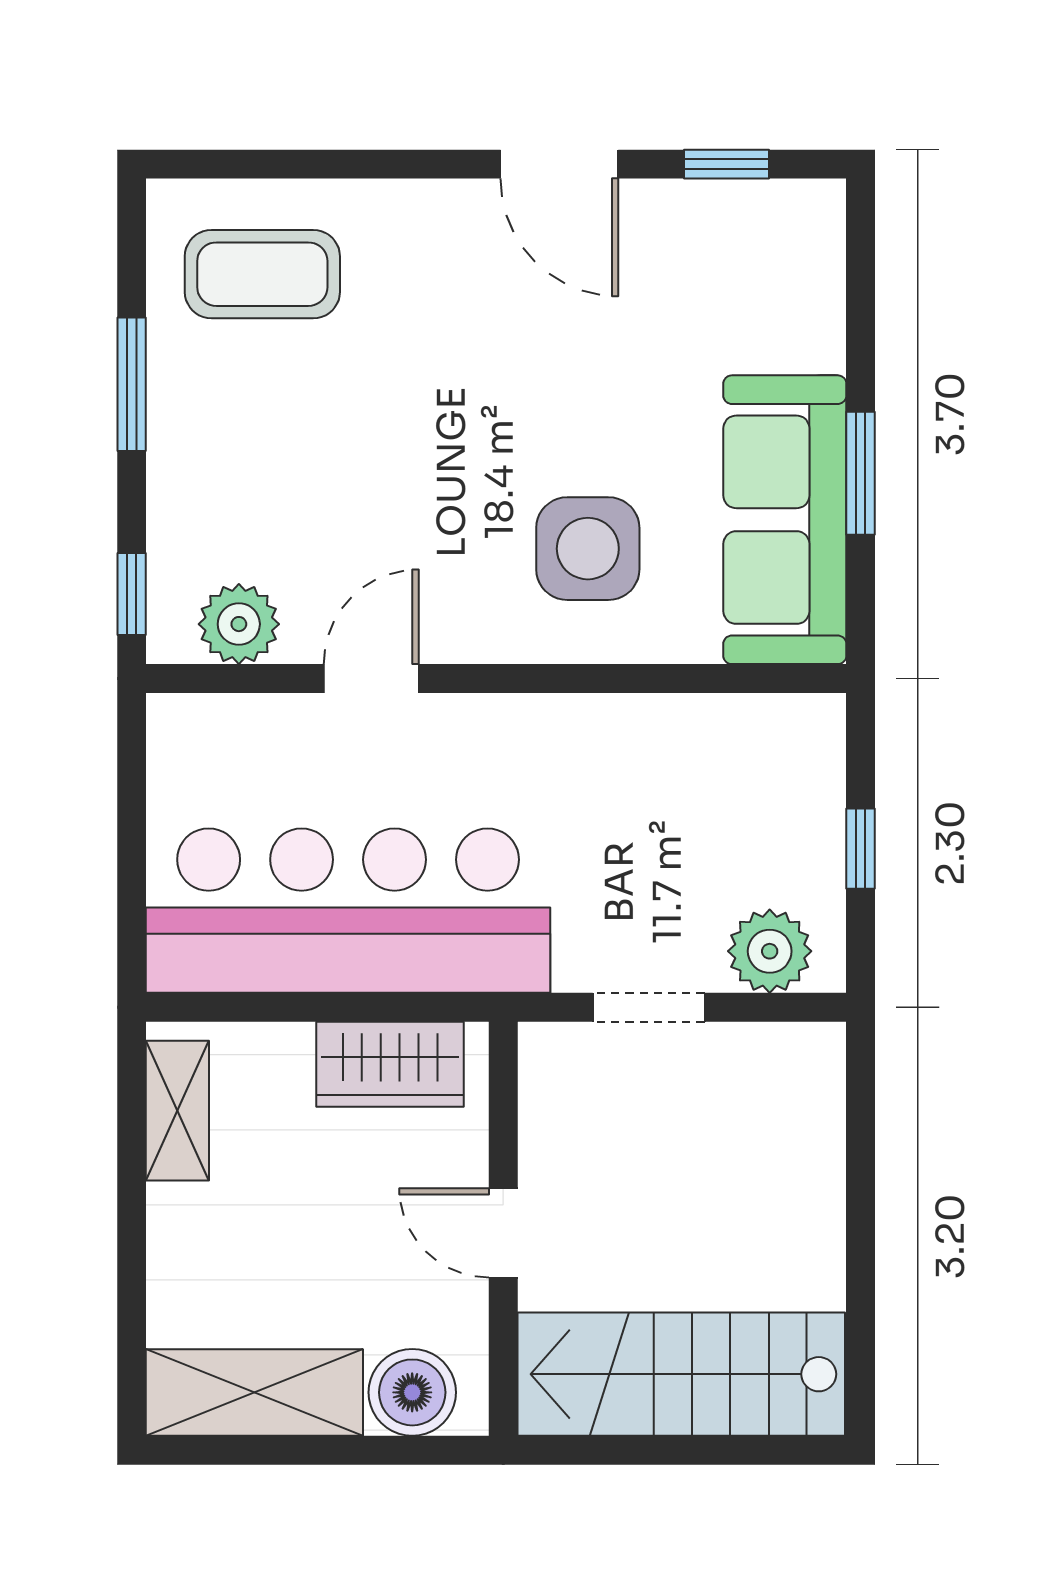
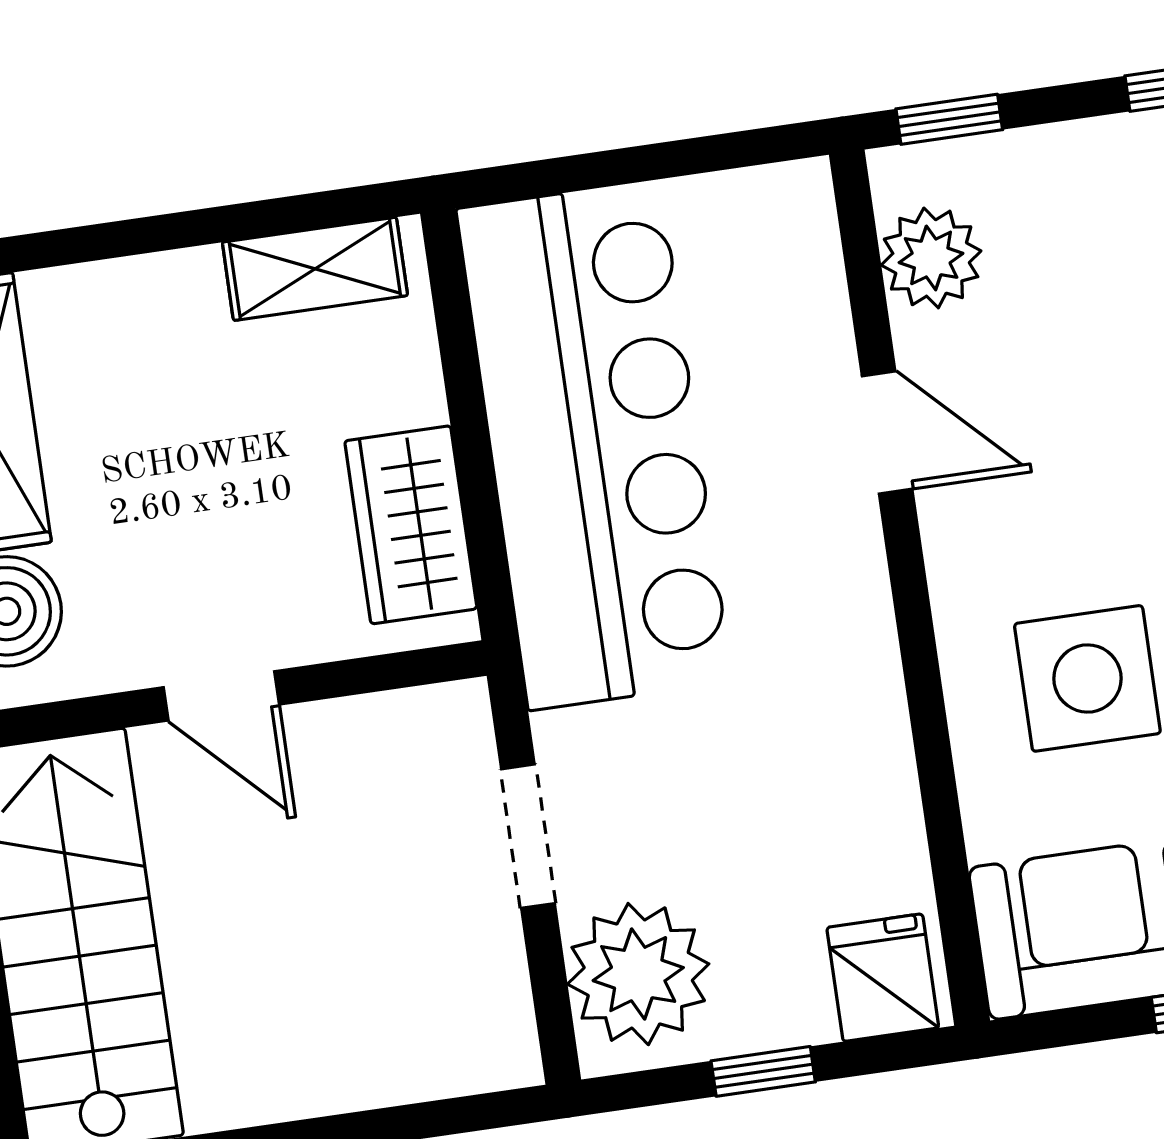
fridge: (800, 744) -> (883, 978), added
plant: (770, 951) -> (638, 974), width x1.36, depth x1.36
door: (503, 1233) -> (221, 696), swing flipped

